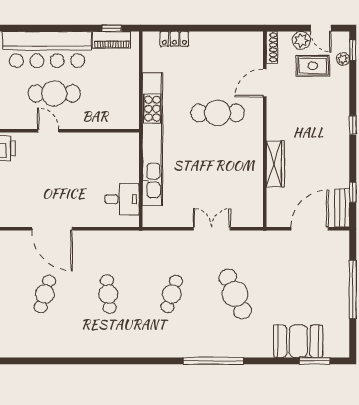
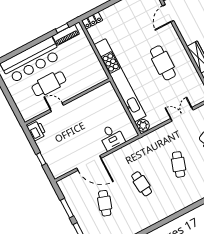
locker: (174, 39) -> (92, 20), moved
cafe table: (218, 113) -> (163, 63), moved, turned 90
desk: (122, 199) -> (112, 137), moved, turned 90
plant: (151, 216) -> (143, 125), added

